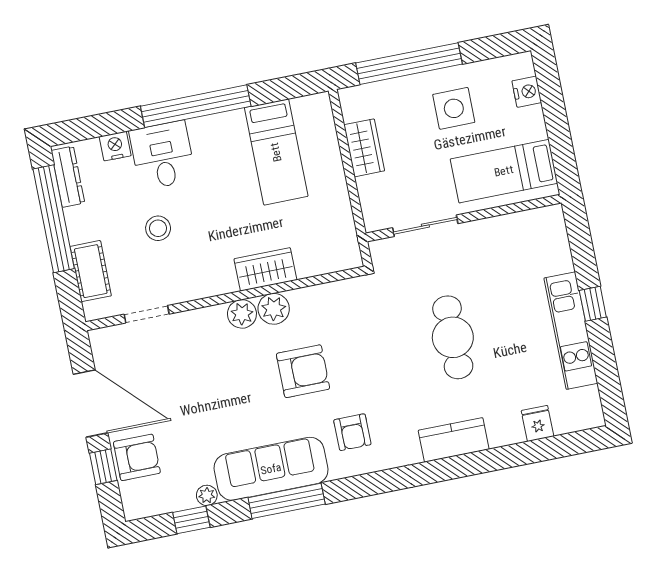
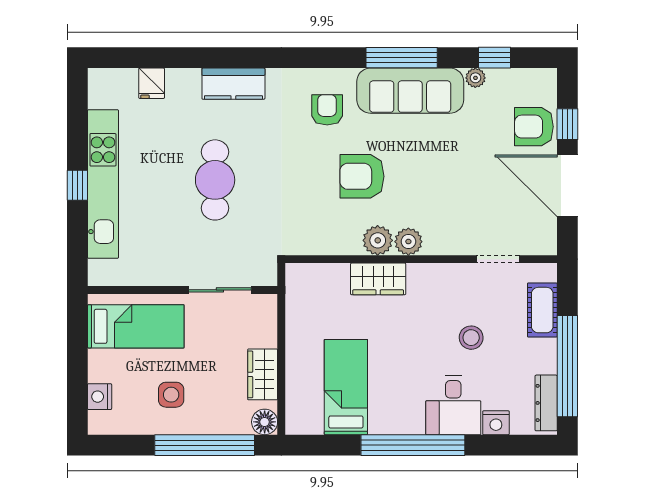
floor lamp: (352, 100) -> (265, 422), added
side table: (454, 108) -> (171, 395), width x0.73, depth x0.73
kitchen unit: (571, 331) -> (103, 184), width x1.36

